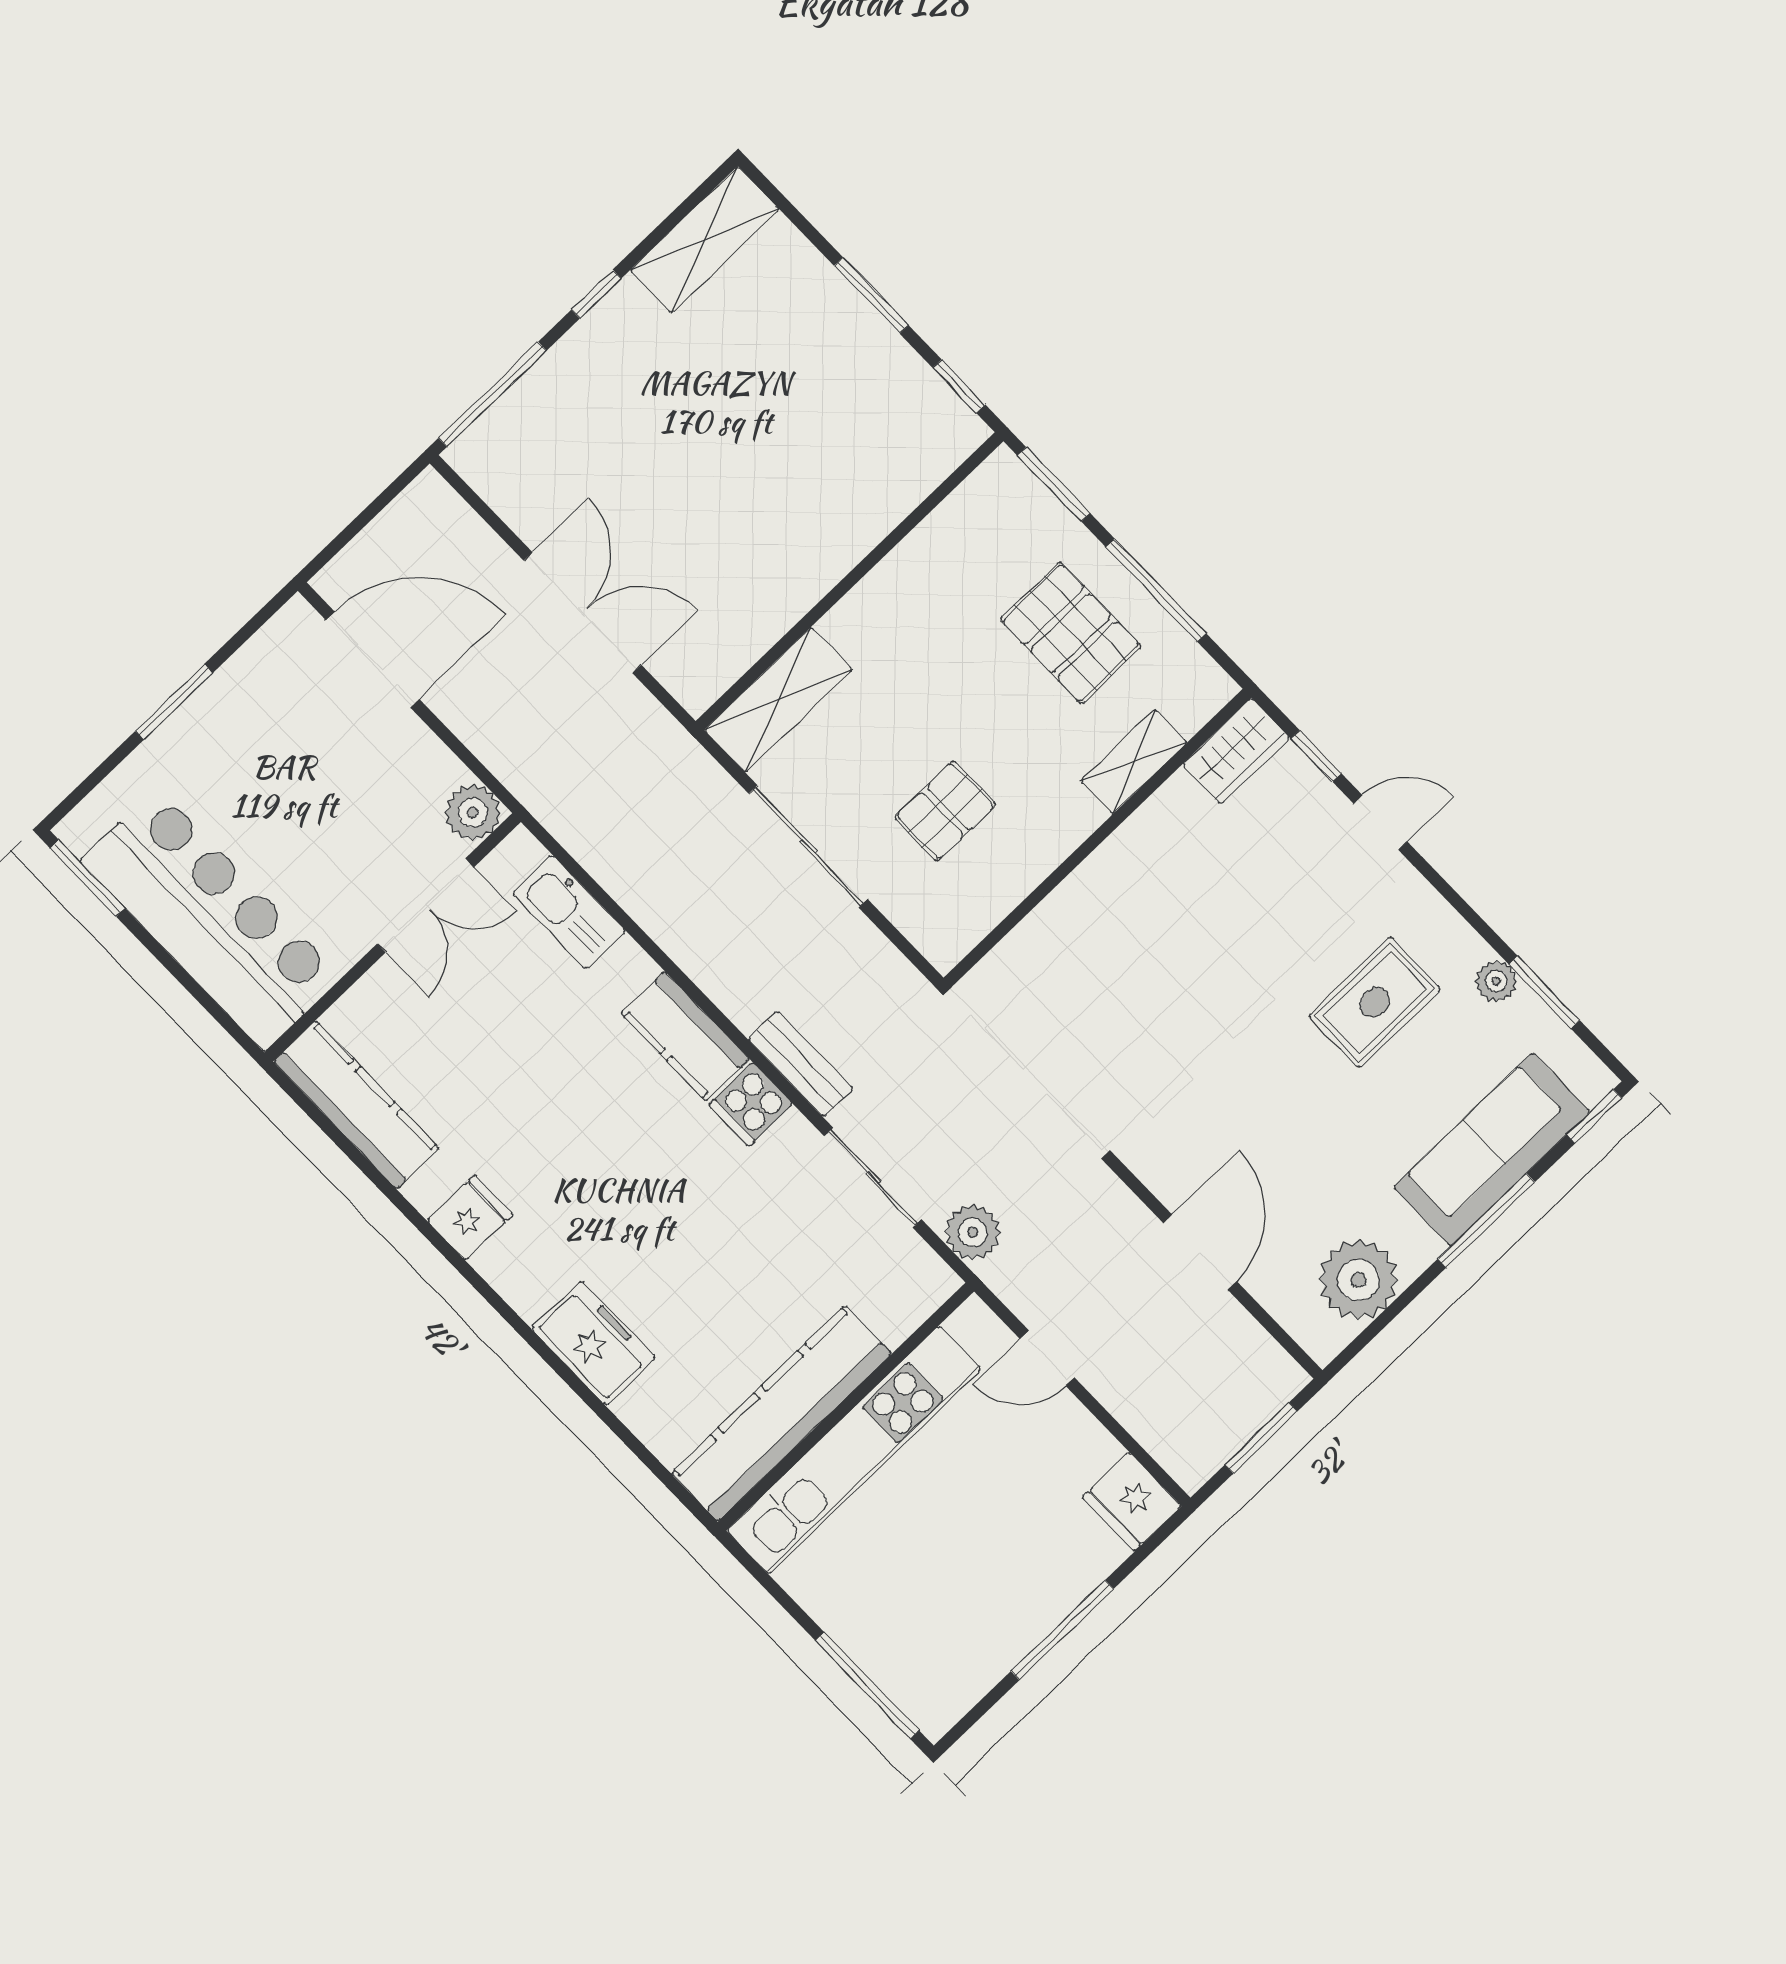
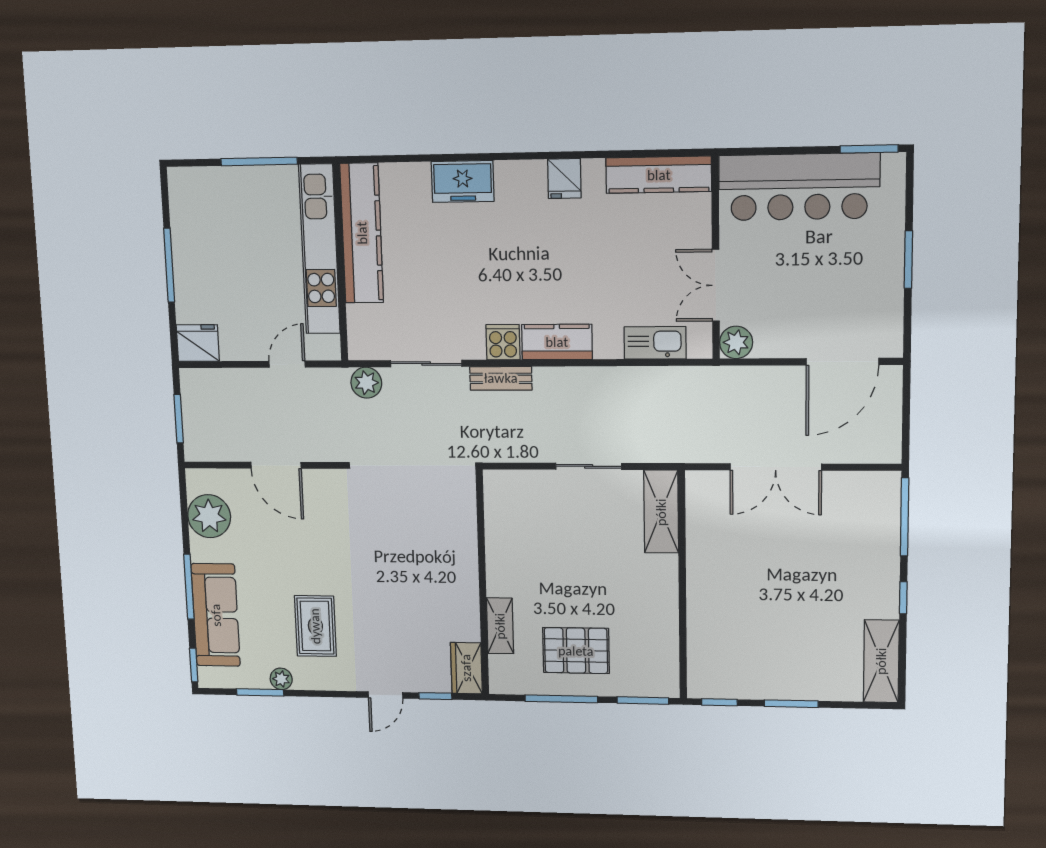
pallet: (945, 811) -> (551, 534), removed
sliding door: (808, 846) -> (589, 466), width x0.73
window: (867, 1685) -> (259, 161), moved

